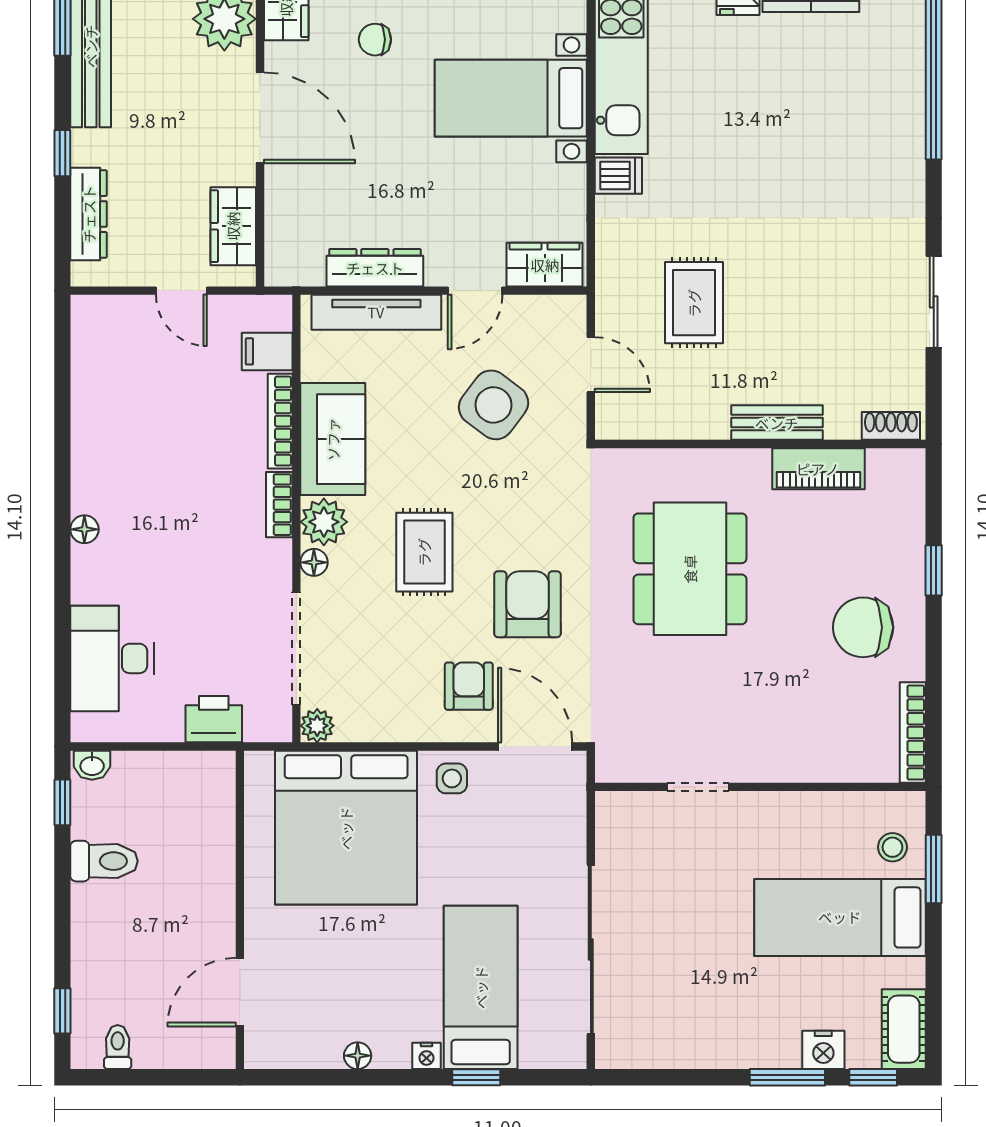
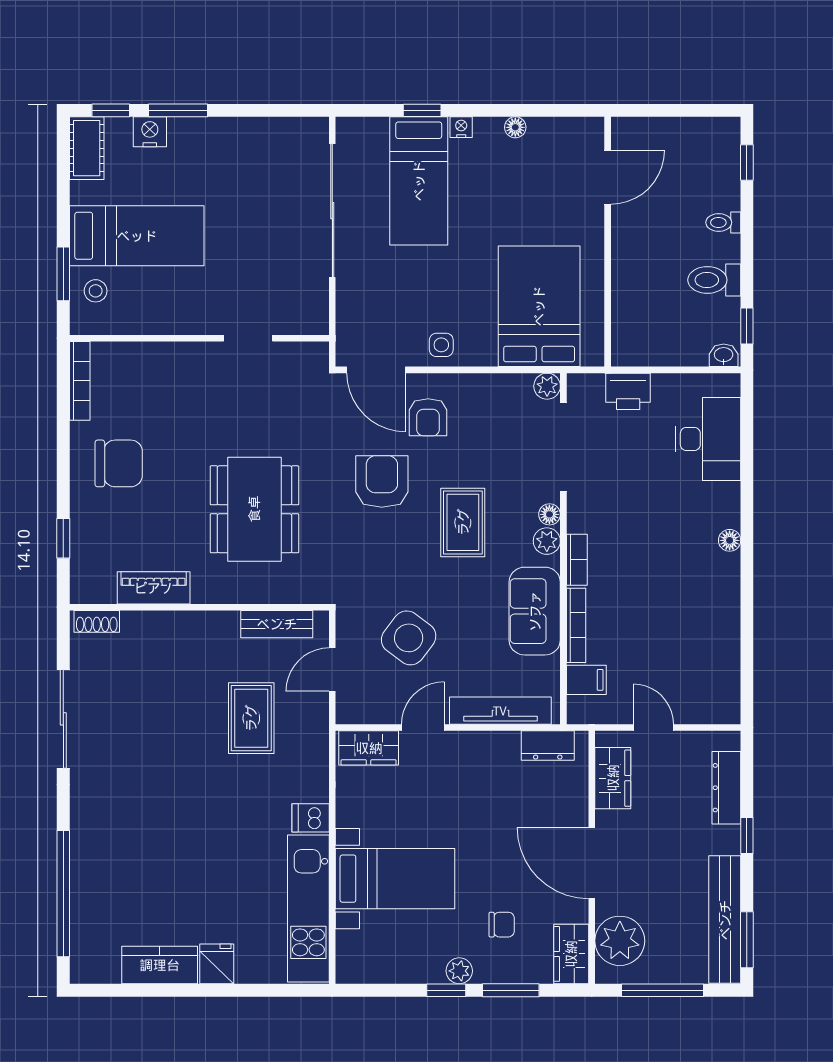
dresser: (375, 268) -> (548, 746), moved, width x0.70
sliding door: (934, 302) -> (63, 719), width x1.37
door: (591, 365) -> (332, 670), hinge flipped
bench: (777, 423) -> (277, 624), moved
plant: (324, 522) -> (547, 541), width x0.73, depth x0.73
window: (934, 570) -> (63, 538), moved
armchair: (528, 604) -> (382, 482), turned 180
bed: (346, 828) -> (539, 306), width x0.73
toilet: (118, 1047) -> (723, 222), moved, turned 90

